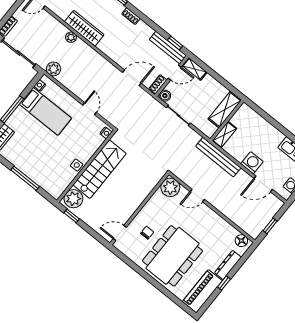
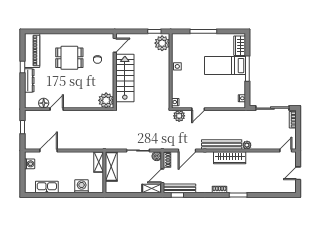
wardrobe: (84, 28) -> (230, 158), moved
plant: (54, 69) -> (179, 116), moved
door: (90, 109) -> (198, 109), hinge flipped
shelving: (225, 110) -> (111, 167), moved
bed: (45, 111) -> (225, 66), moved
bench: (218, 157) -> (222, 144), moved
washing machine: (252, 163) -> (82, 186), moved, turned 180
stairs: (100, 169) -> (125, 78), moved, turned 180
door: (197, 196) -> (57, 109), moved
floor lamp: (241, 241) -> (44, 103), moved
dining table: (173, 256) -> (69, 58), width x0.53, depth x0.80

